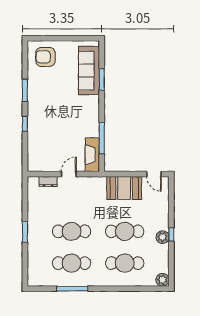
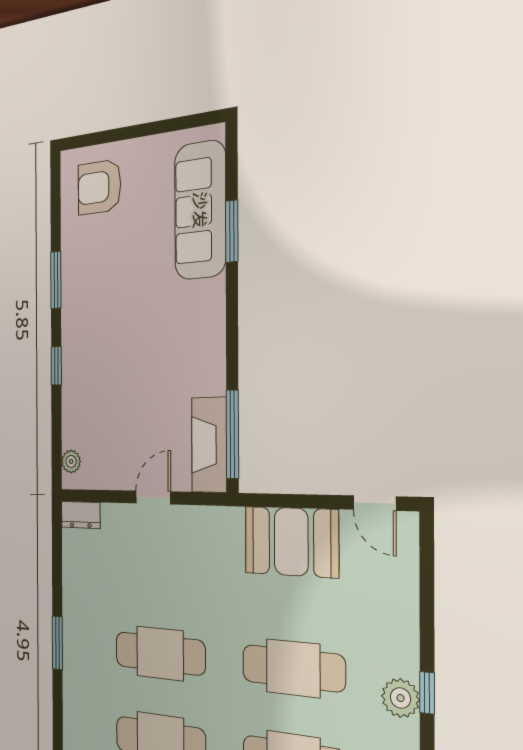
window: (102, 138) -> (232, 434), moved
plant: (32, 161) -> (71, 461), added
dresser: (48, 181) -> (81, 515), moved

